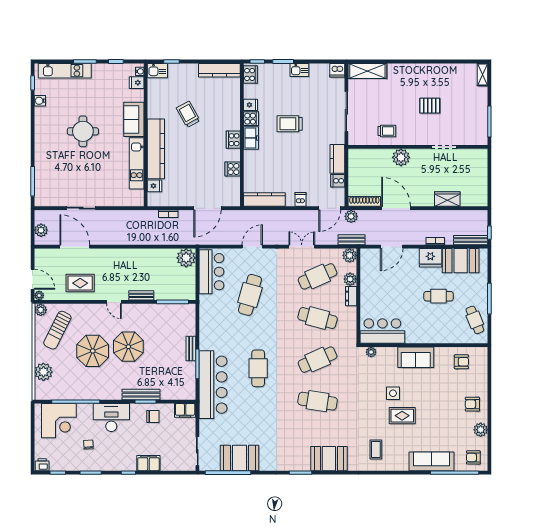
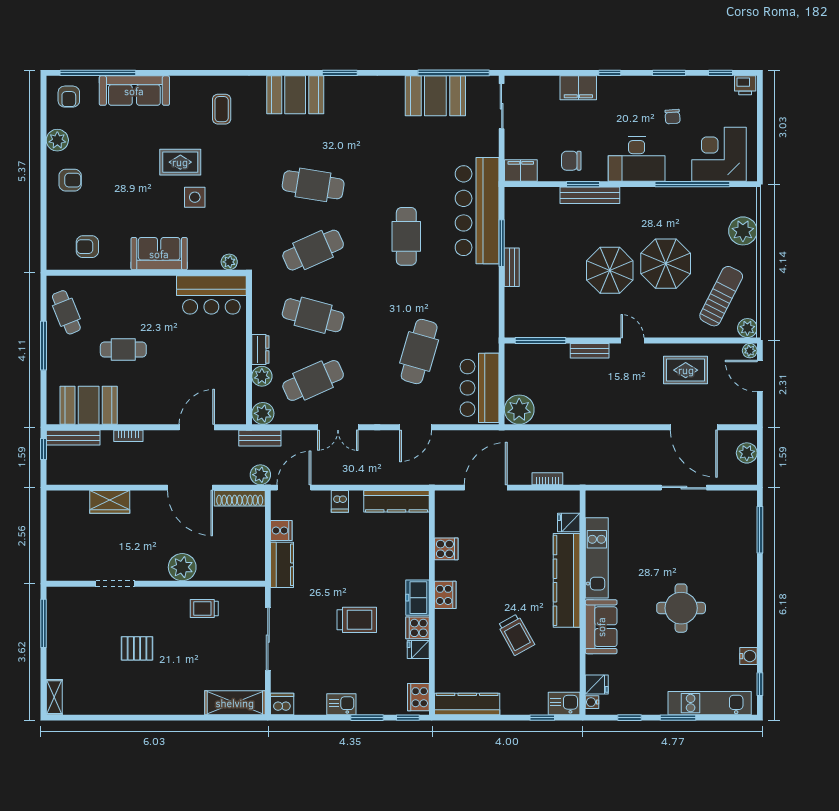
fridge: (430, 258) -> (136, 410), removed
armchair: (473, 457) -> (69, 97), turned 90

